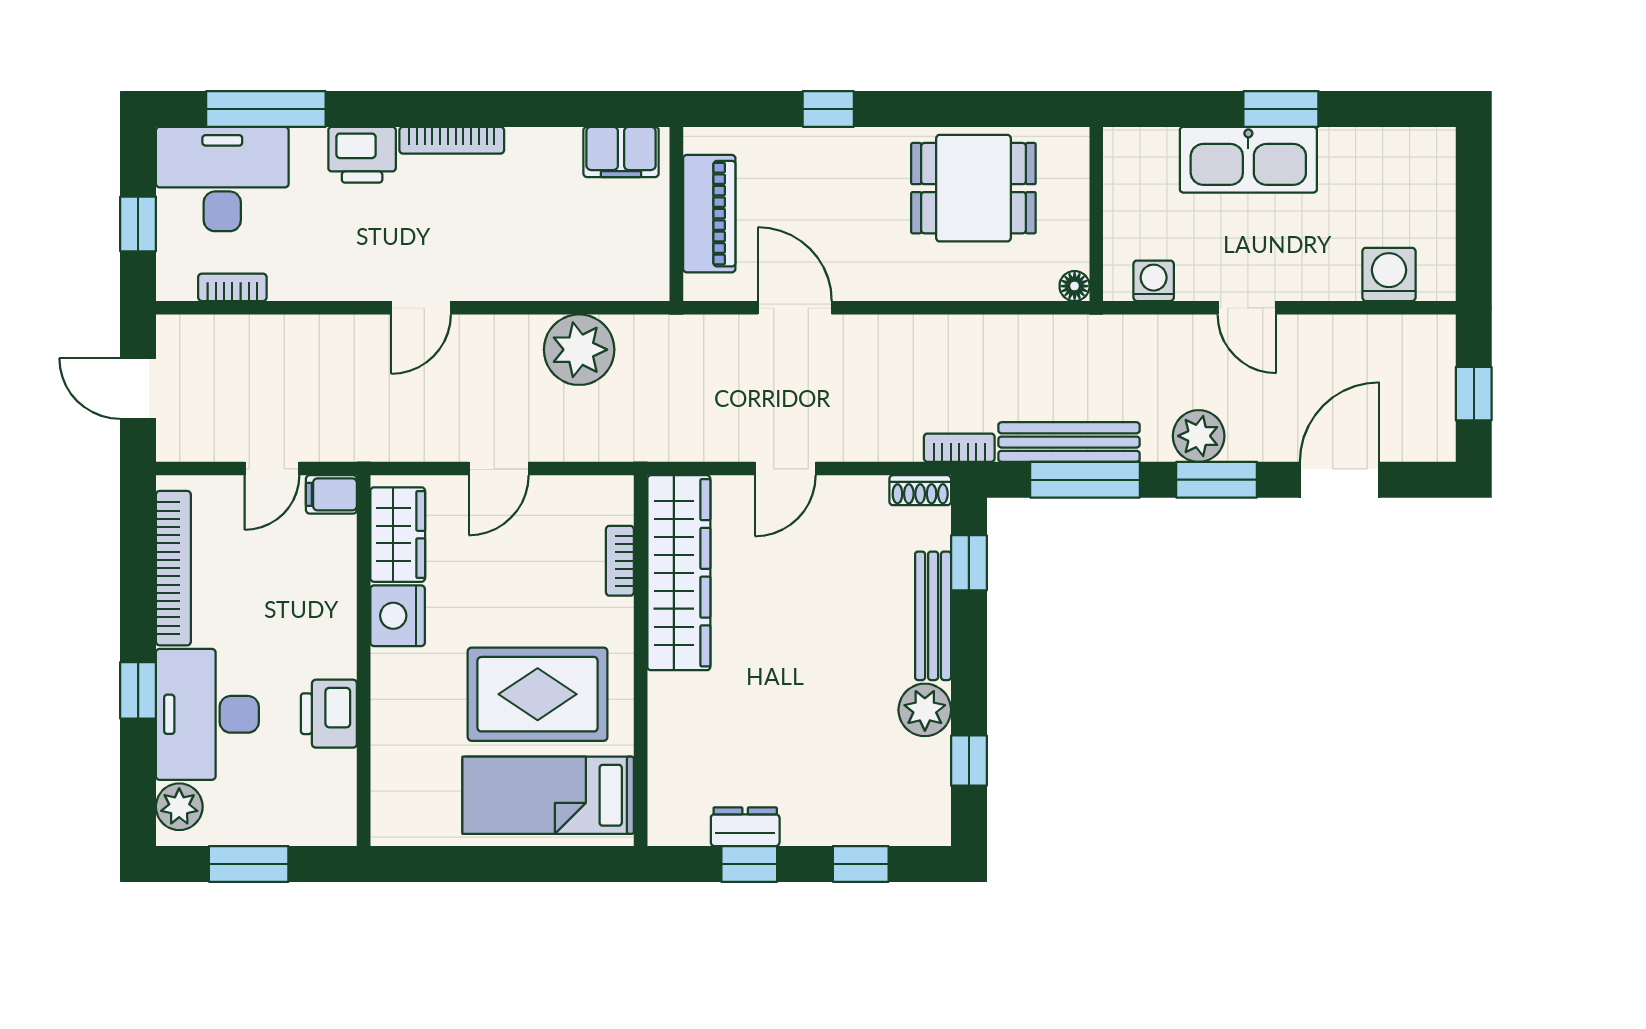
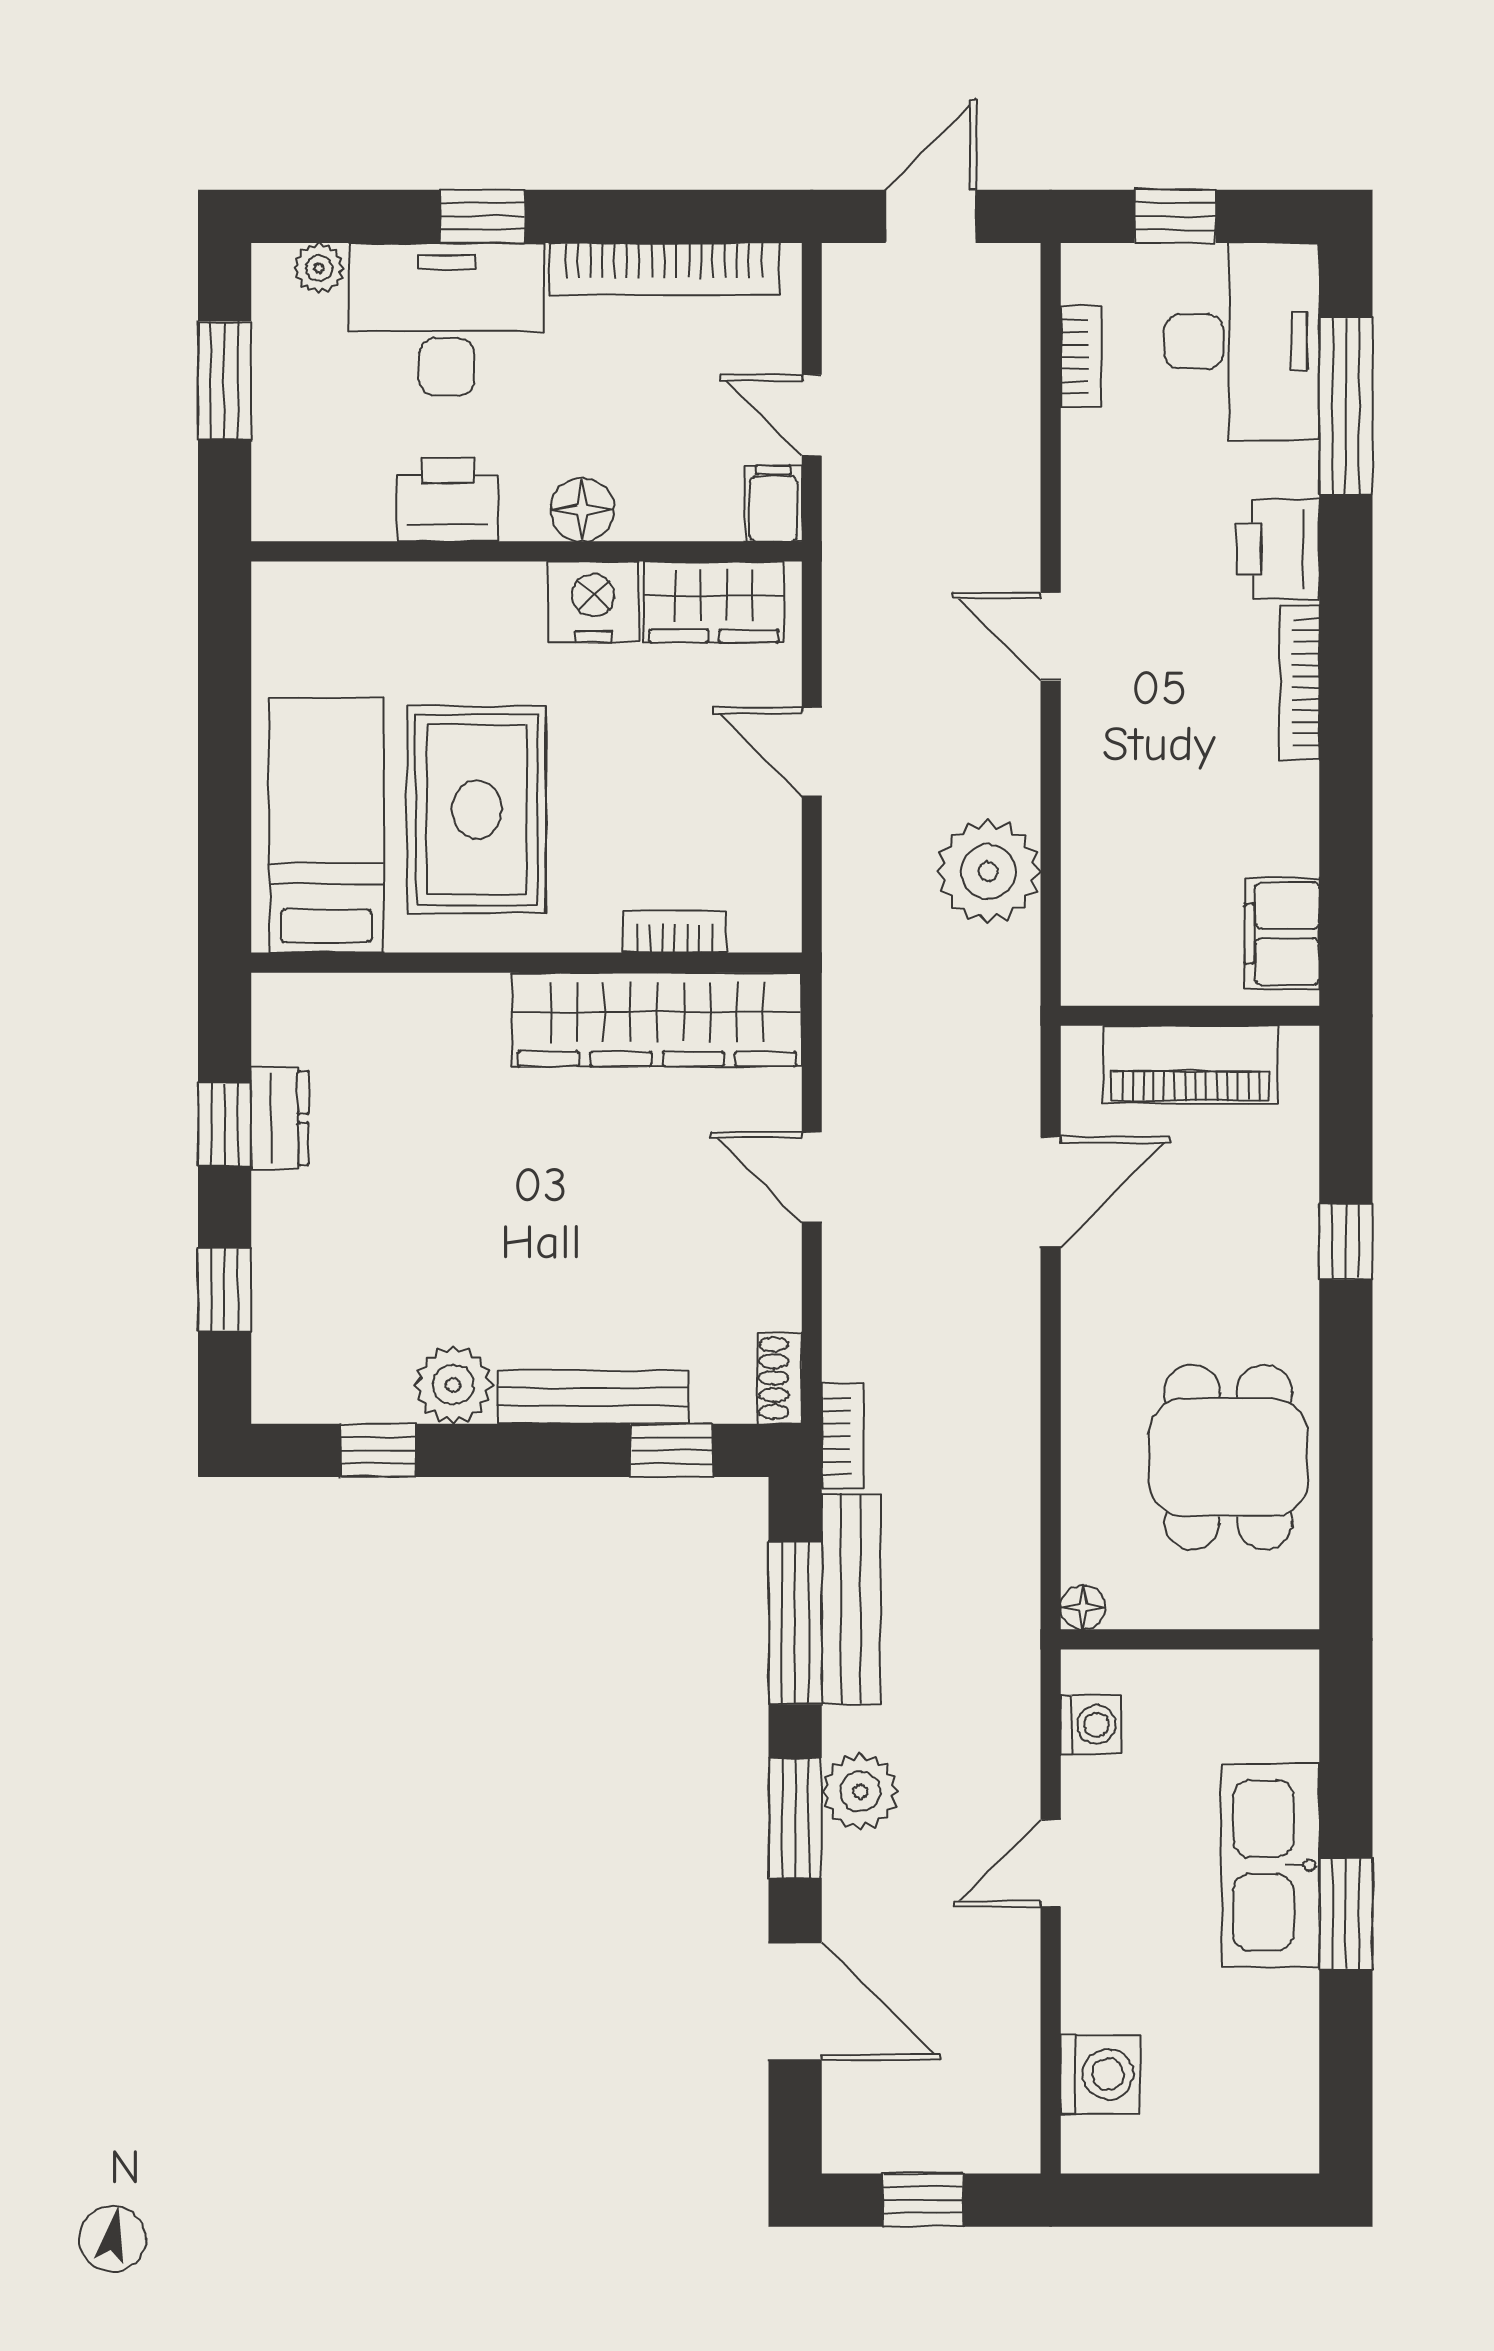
floor lamp: (335, 623) -> (582, 510), added
plant: (179, 807) -> (319, 268), width x0.73, depth x0.73

